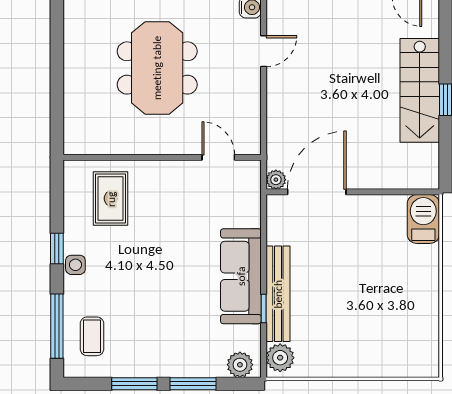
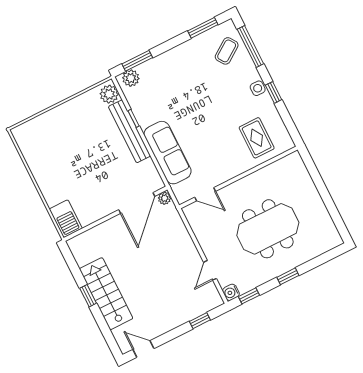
meeting table: (157, 68) -> (268, 229), turned 90
sofa: (241, 276) -> (168, 153), moved
coffee table: (92, 336) -> (227, 51), turned 55
window: (134, 384) -> (203, 28), moved
window: (193, 384) -> (137, 61), moved

